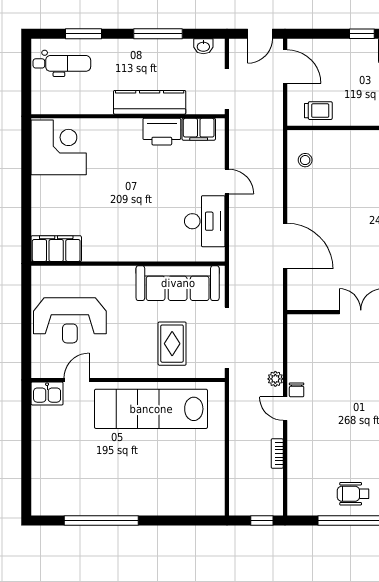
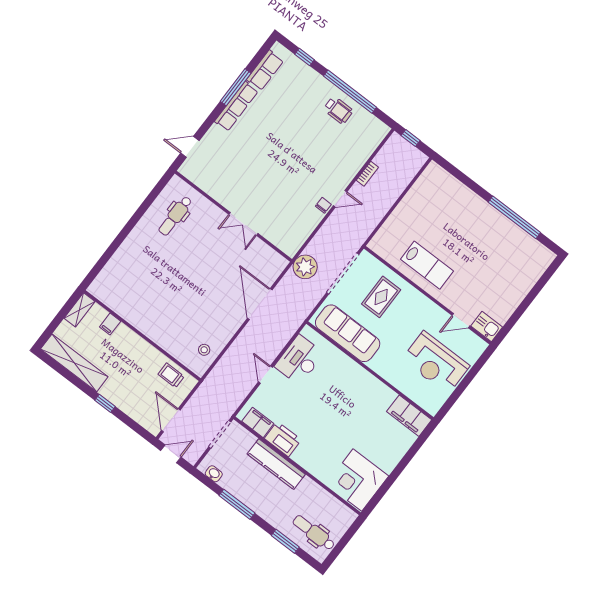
reception desk: (70, 320) -> (436, 363), turned 180
plant: (275, 379) -> (305, 267), moved, width x1.88, depth x1.88
lab bench: (151, 409) -> (427, 265), width x0.54, depth x0.72
door: (285, 409) -> (340, 199), hinge flipped

